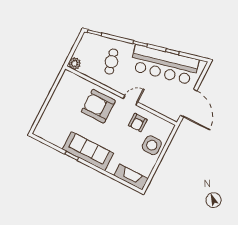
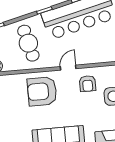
cafe table: (111, 62) -> (28, 43), width x1.37, depth x1.35

